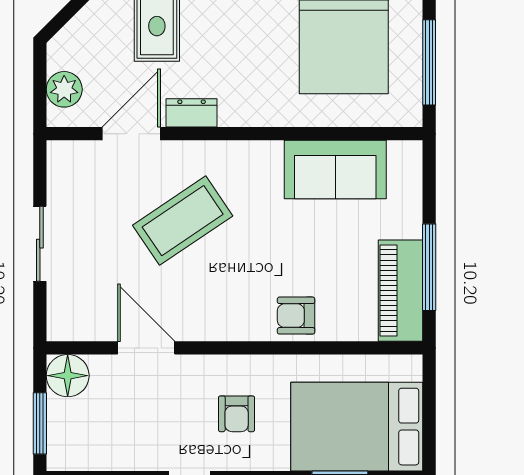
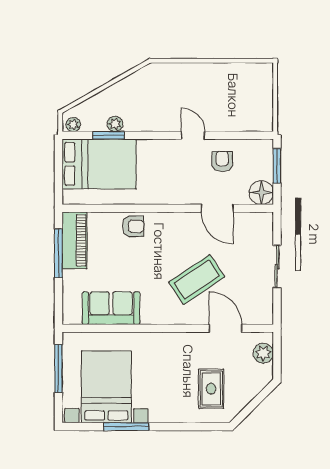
dresser: (192, 113) -> (192, 340), removed
door: (131, 134) -> (226, 328), swing flipped
armchair: (237, 414) -> (222, 161), moved

